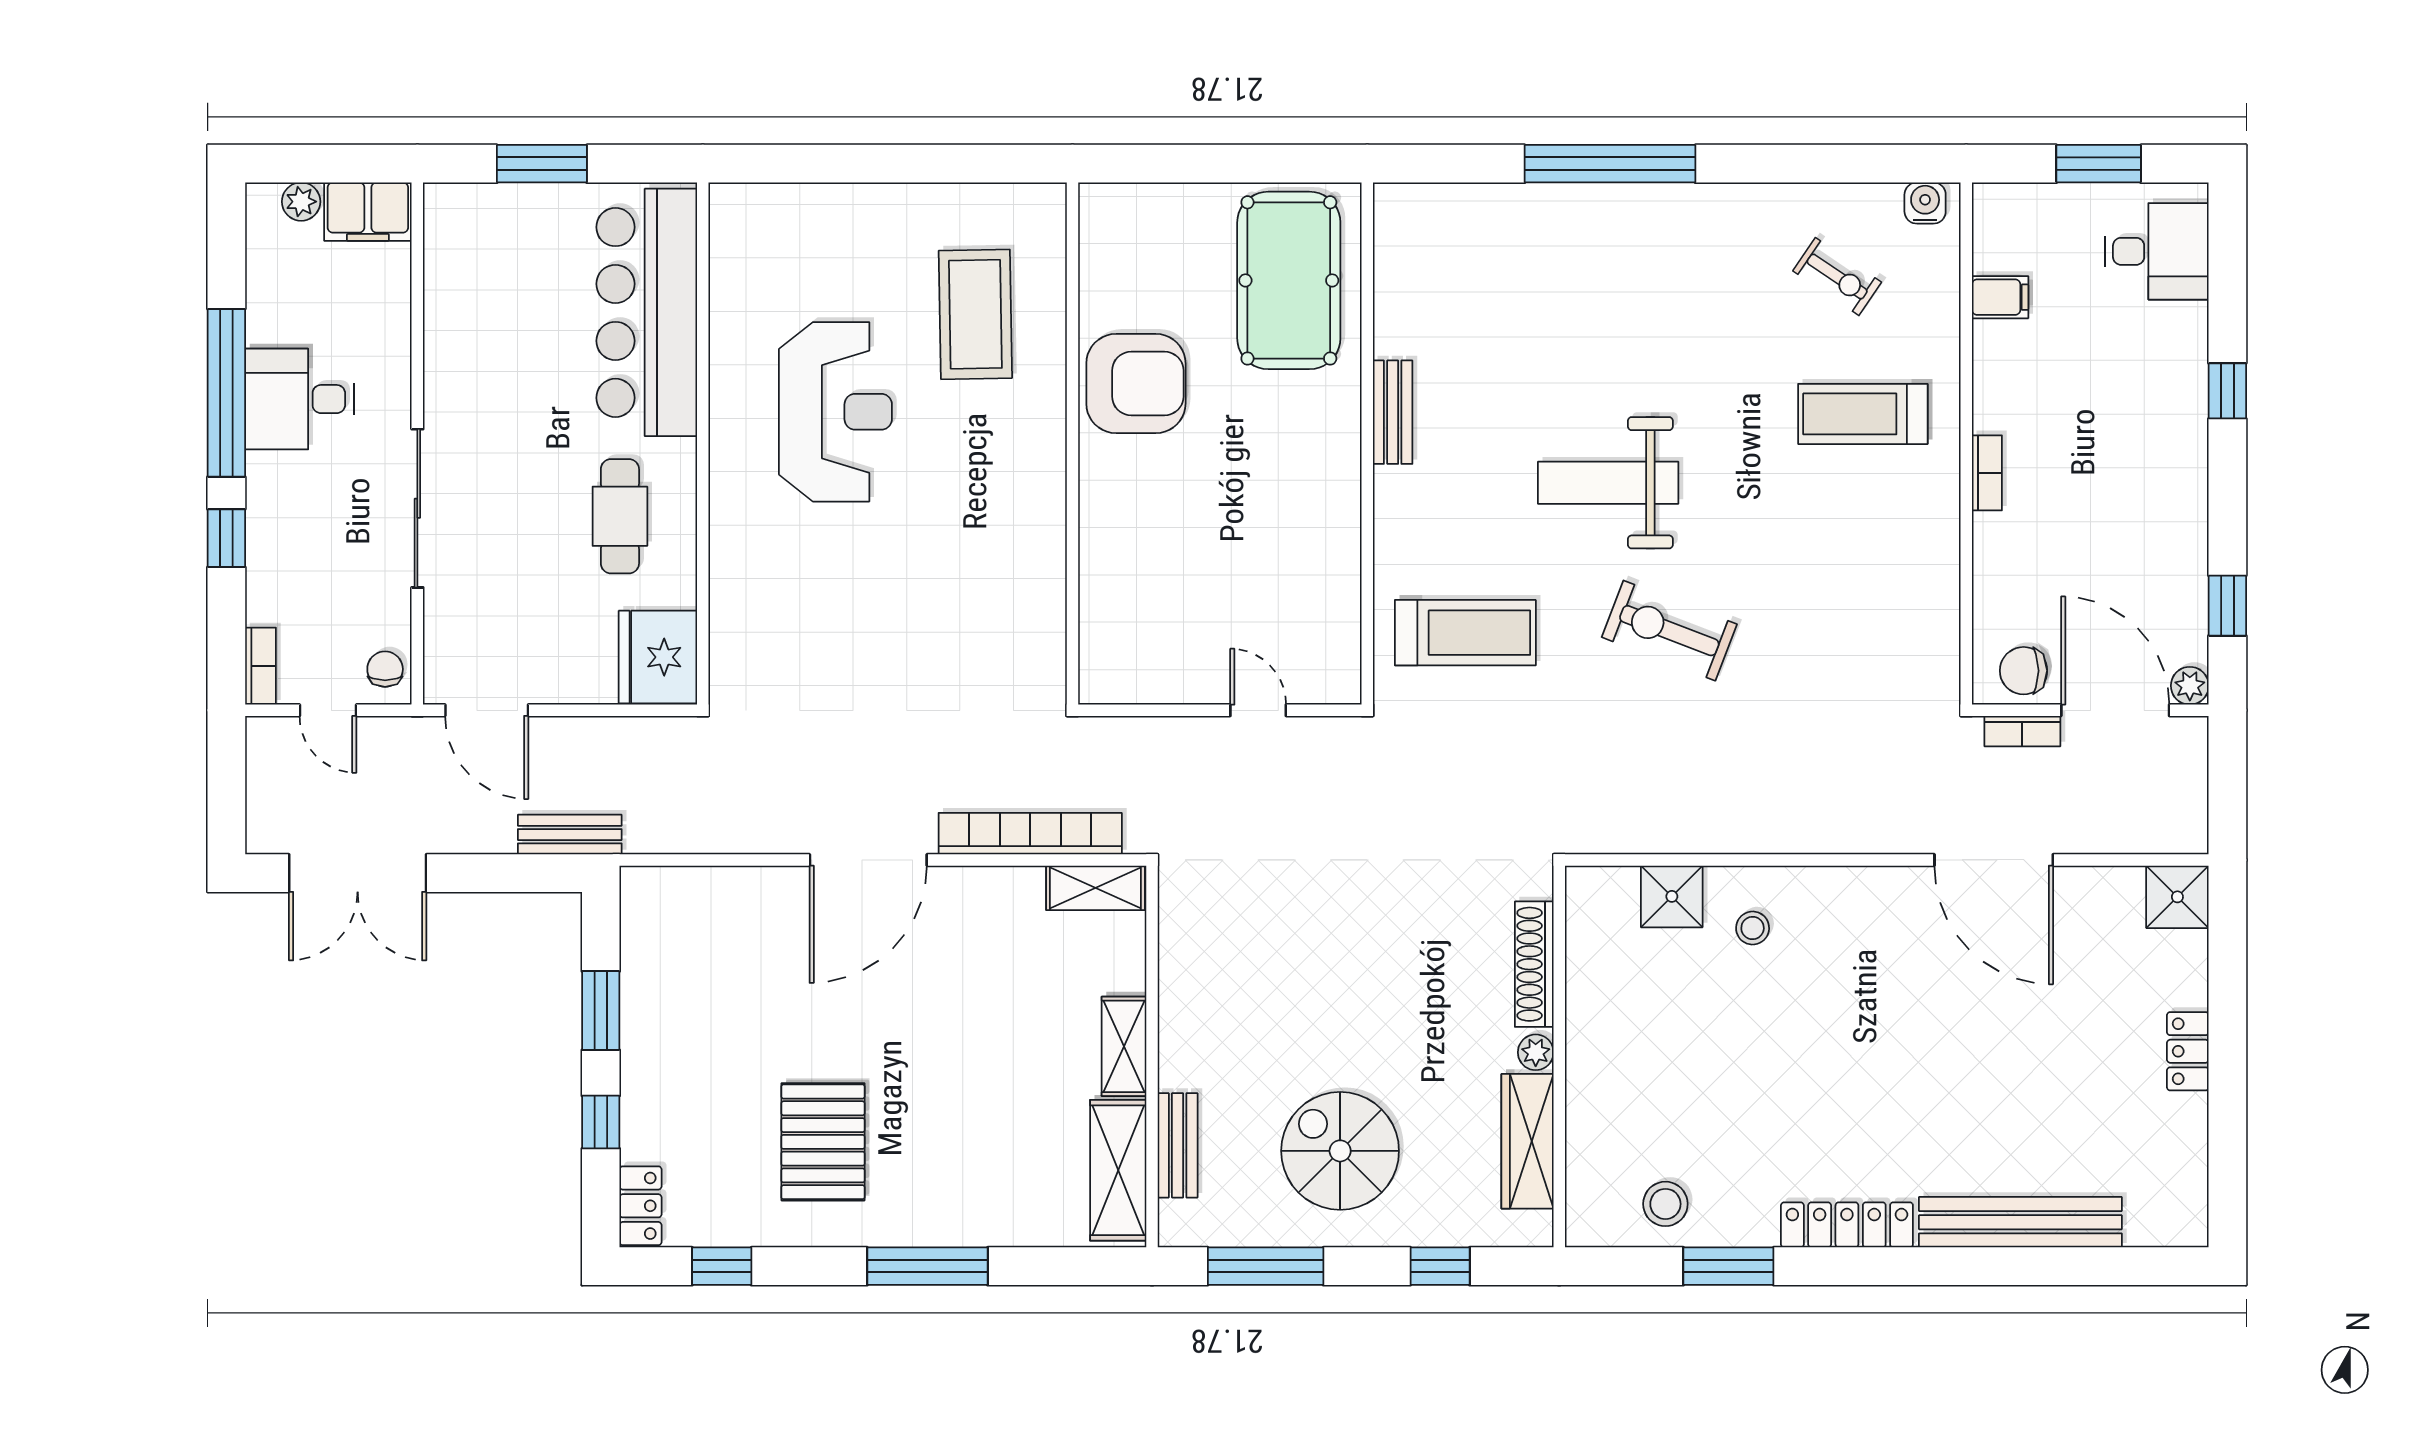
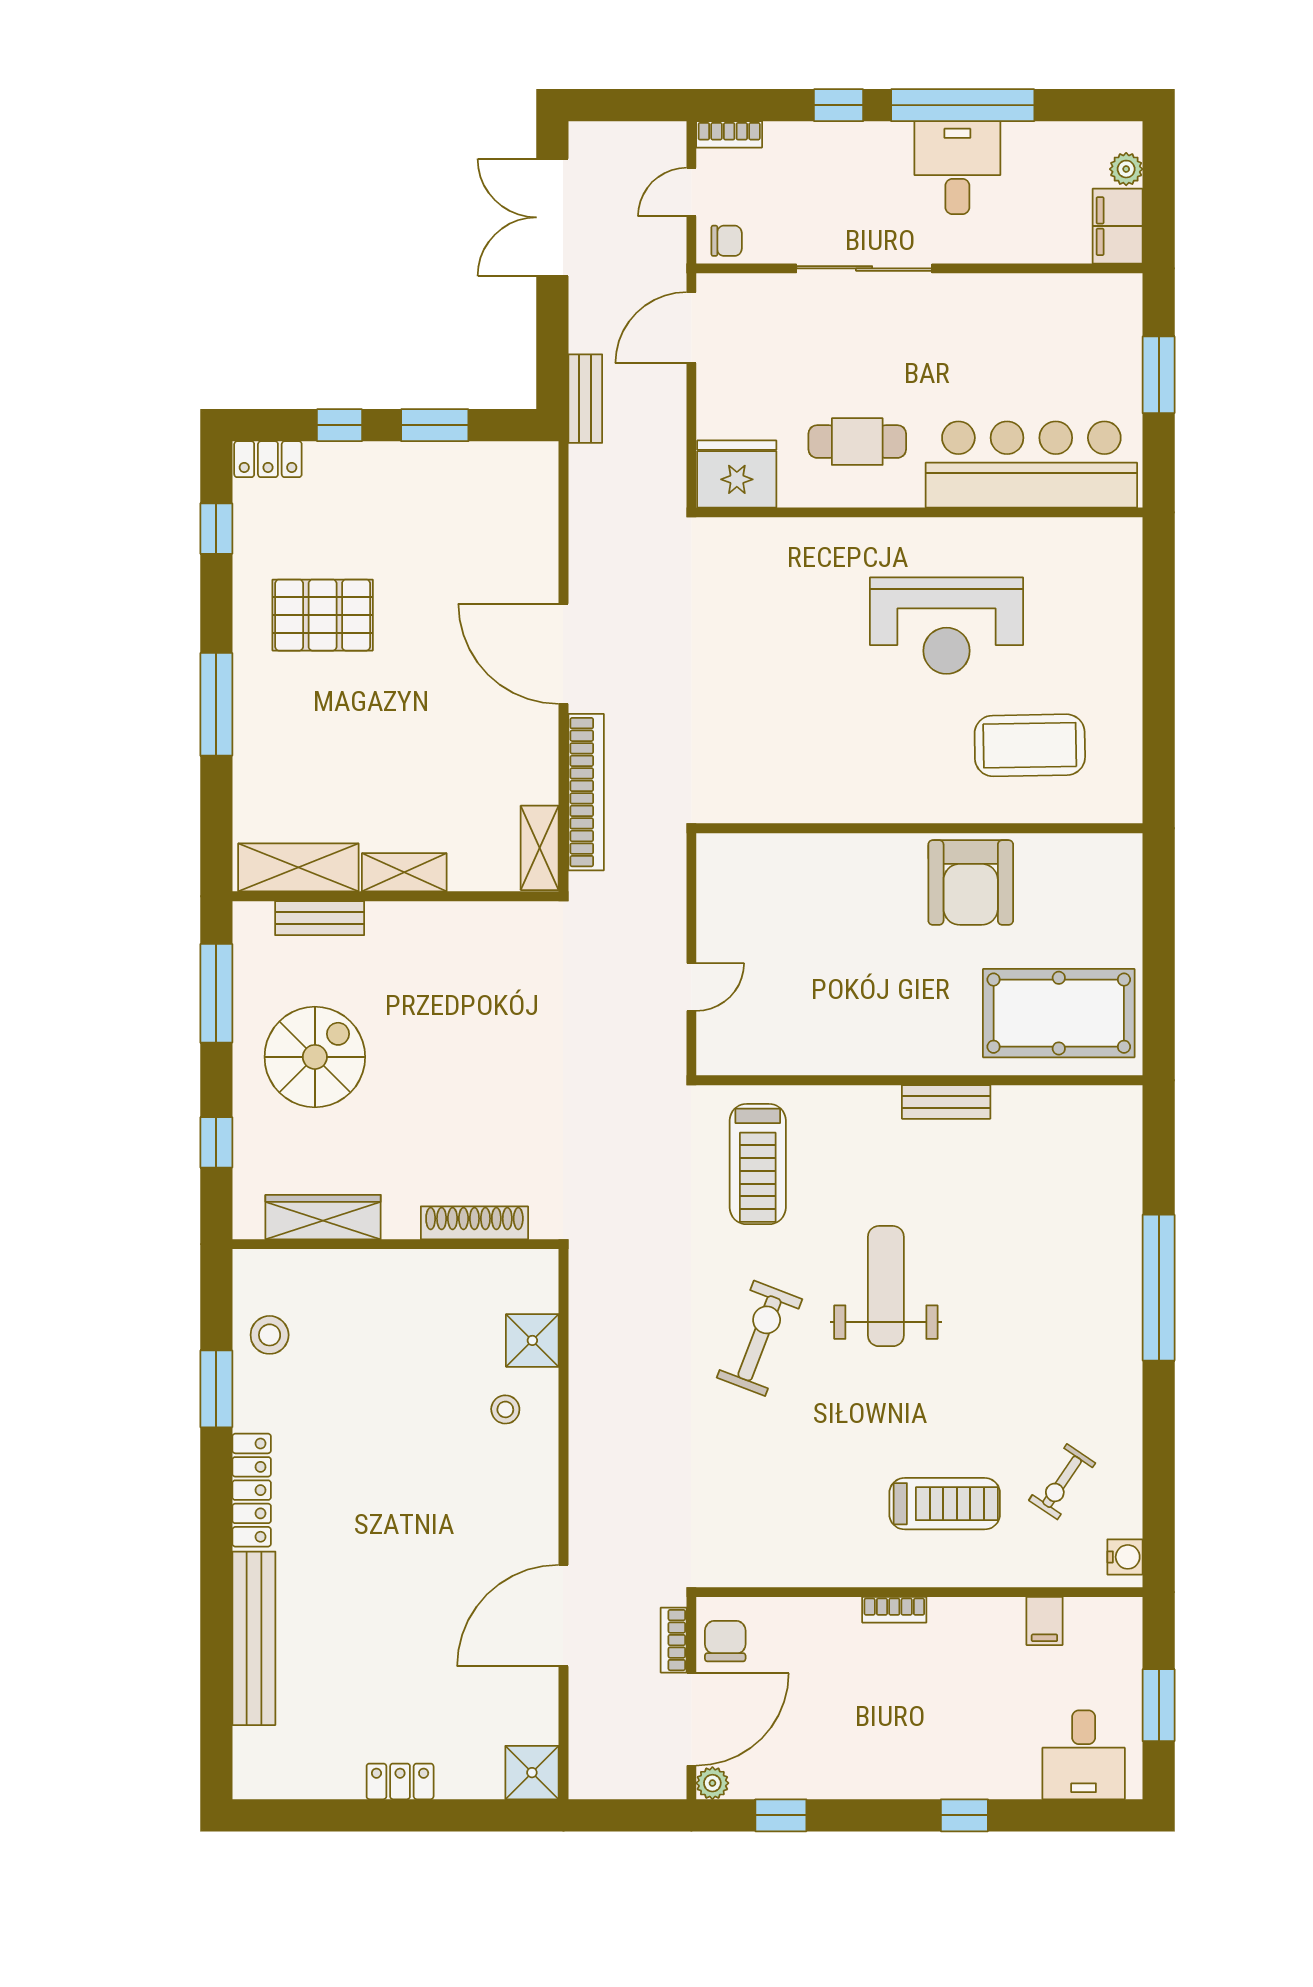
treadmill: (1863, 414) -> (945, 1504), turned 90
plant: (1536, 1052) -> (399, 1224), removed

